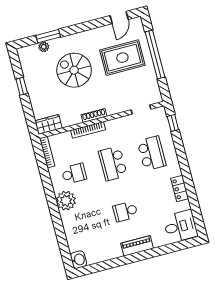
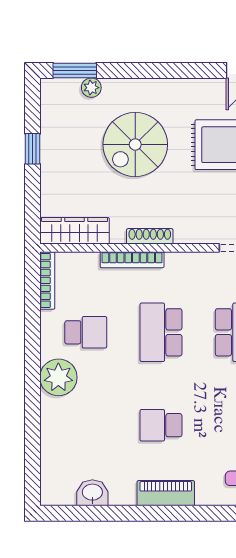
window: (48, 36) -> (75, 70), moved
spiral stairs: (74, 70) -> (135, 144), turned -90
wardrobe: (48, 124) -> (75, 231), width x1.50
washbasin: (78, 260) -> (92, 493), moved, turned -90

